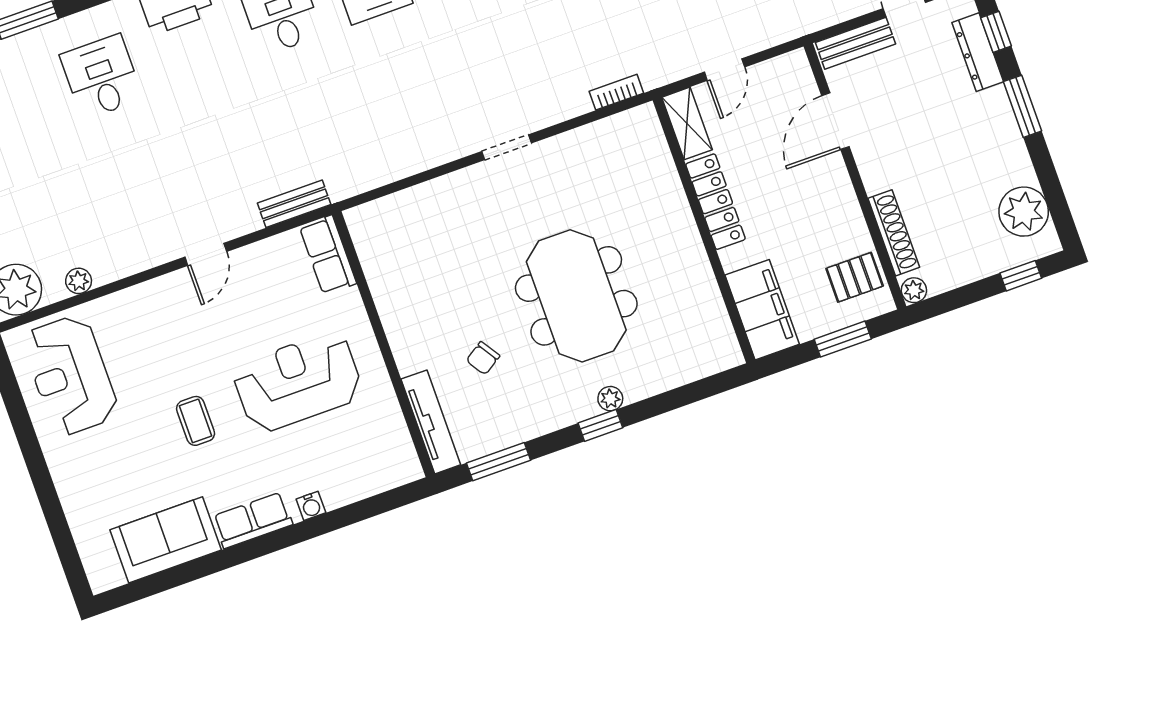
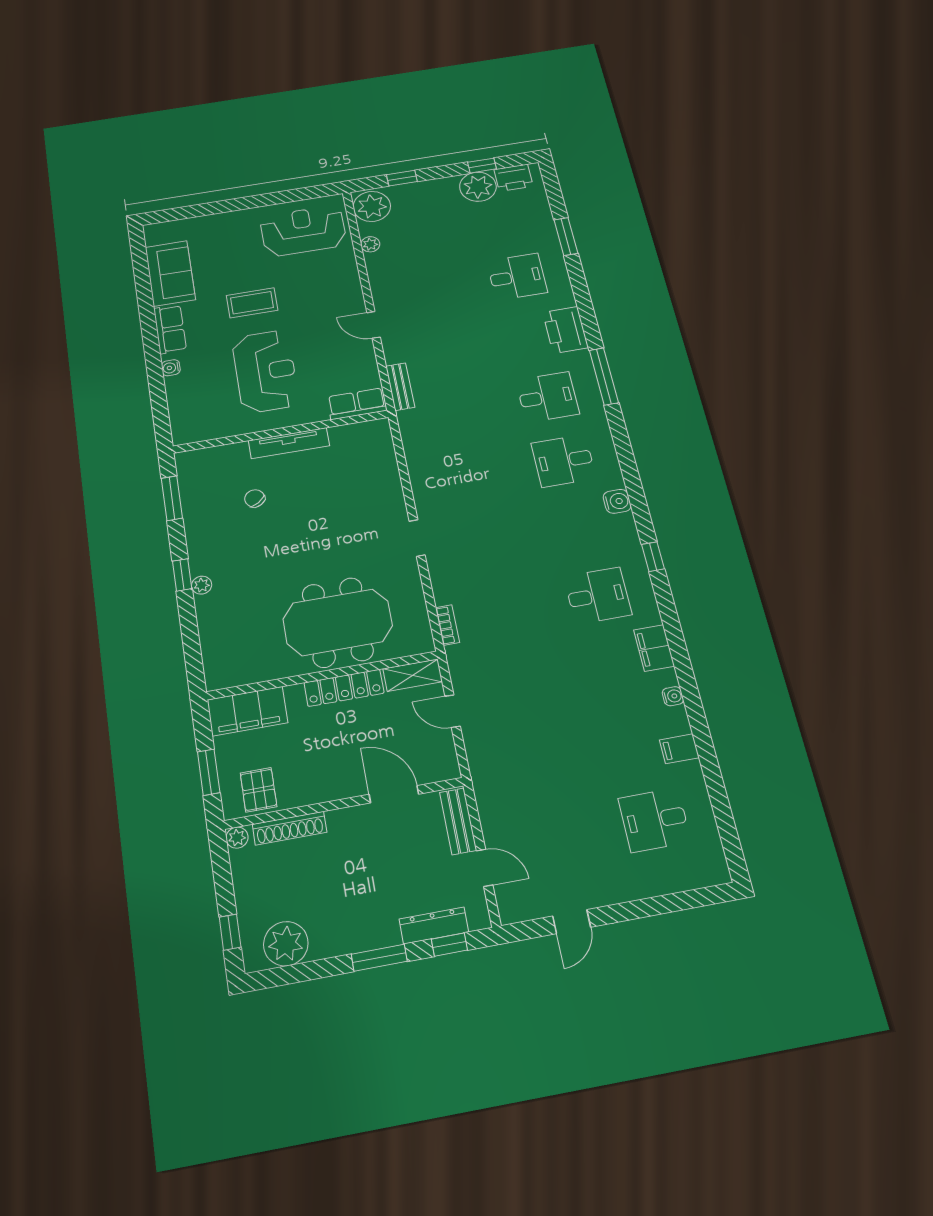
meeting table: (576, 296) -> (338, 622), moved
coffee table: (196, 421) -> (252, 303), width x1.36, depth x1.30
tv unit: (431, 422) -> (289, 443), moved

